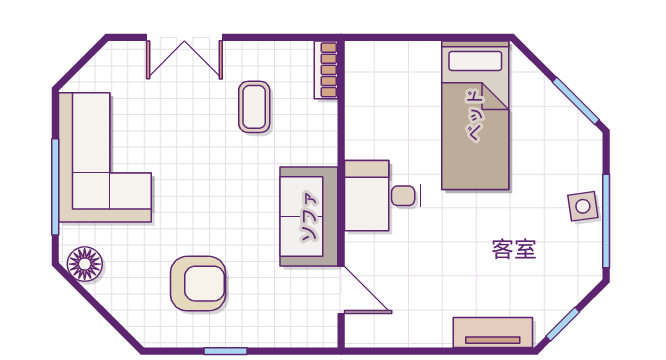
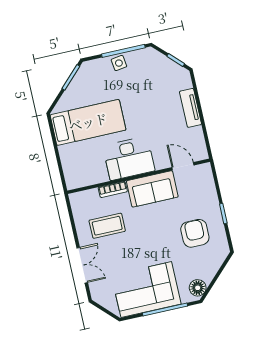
bookcase: (326, 70) -> (113, 189), moved
coffee table: (254, 107) -> (107, 226), width x1.36, depth x1.30
desk: (383, 196) -> (129, 158), width x1.37
door: (341, 290) -> (183, 166), hinge flipped
tv unit: (493, 333) -> (191, 108), moved

